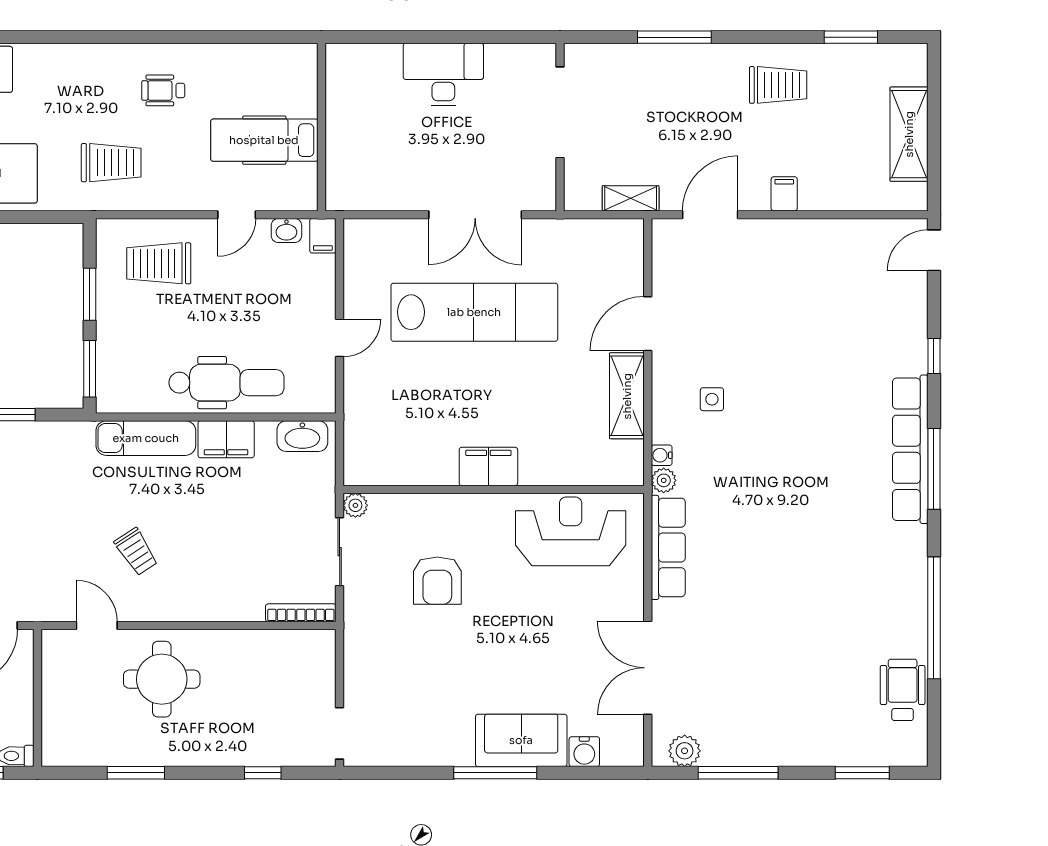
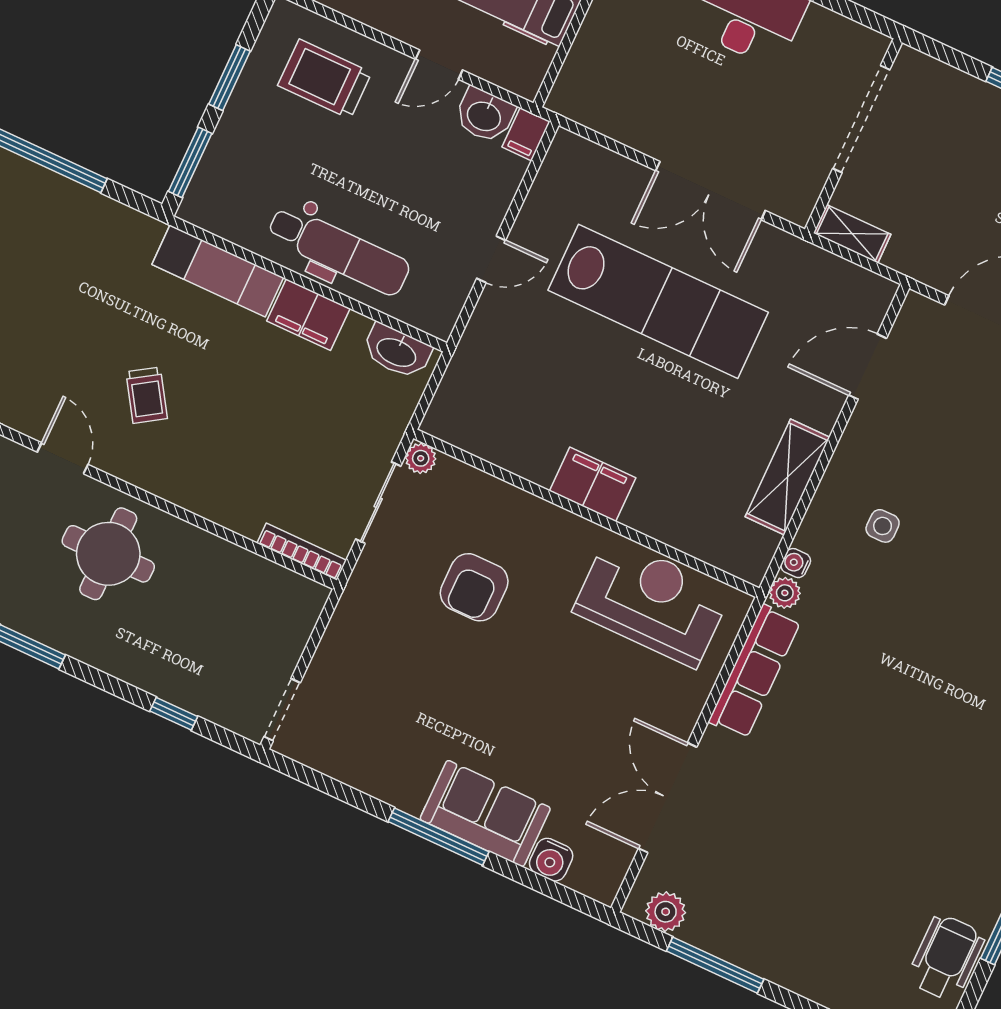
shelving: (631, 198) -> (852, 234), moved
washbasin: (286, 230) -> (484, 115), width x1.38, depth x1.45
door: (648, 324) -> (868, 367), moved

